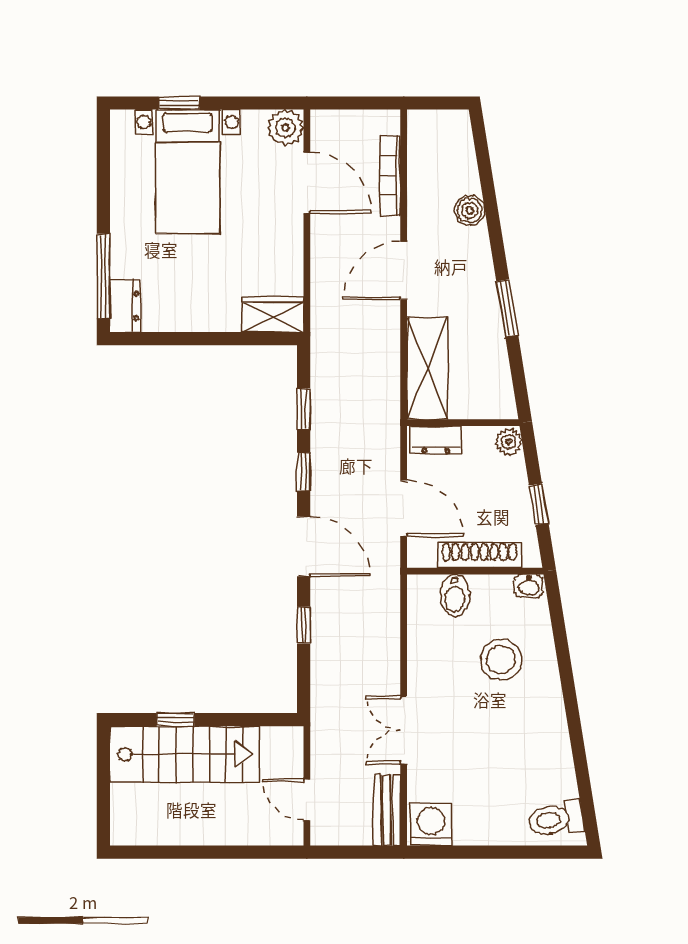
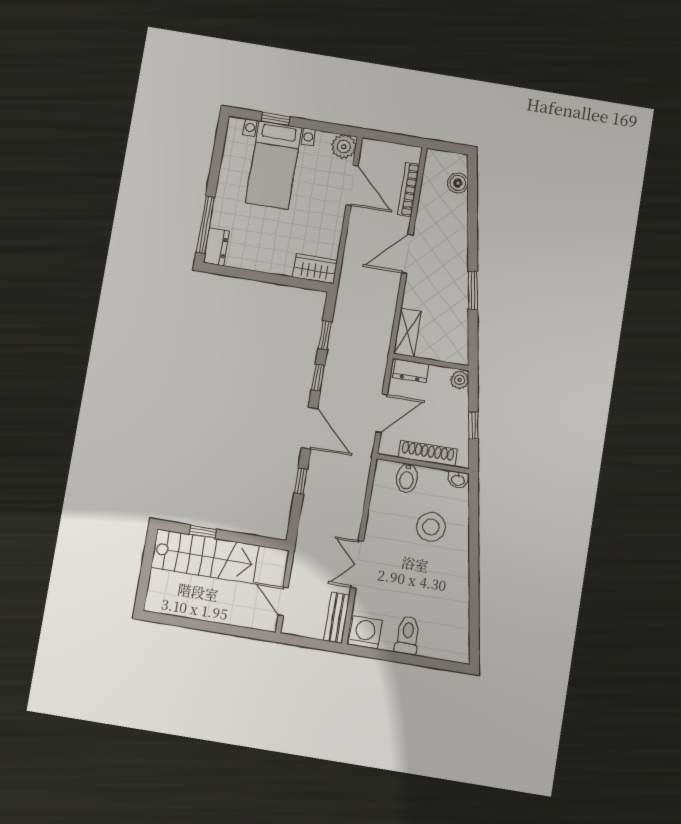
boiler: (470, 210) -> (458, 183), moved
shelving: (427, 368) -> (407, 333), width x0.67, depth x0.75
door: (404, 508) -> (382, 413), hinge flipped
toilet: (556, 819) -> (407, 635), moved, turned 99

